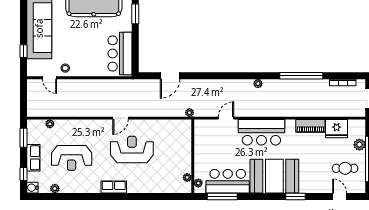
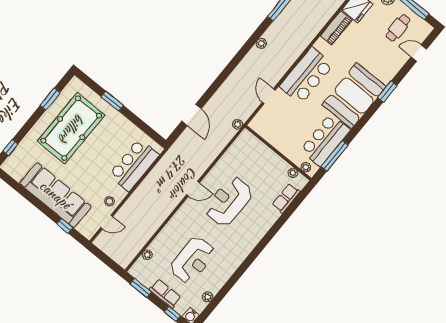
bar counter: (120, 53) -> (134, 165), moved, turned 90
door: (120, 118) -> (193, 189), hinge flipped
row of seats: (114, 187) -> (286, 198), moved

